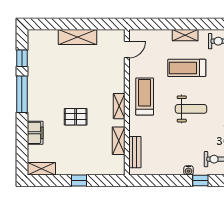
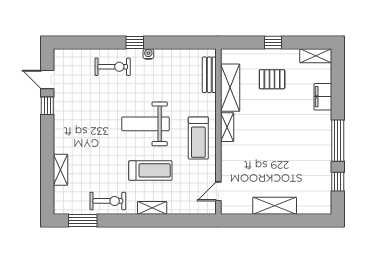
weight bench: (191, 109) -> (145, 124), width x1.36, depth x1.33
pallet: (76, 117) -> (272, 79), moved
shelving: (119, 141) -> (230, 88), width x1.50, depth x1.33

